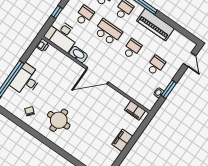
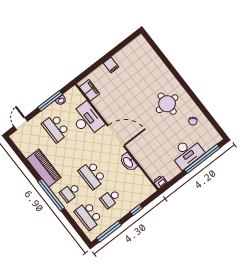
desk: (62, 35) -> (87, 120), moved
school desk: (132, 49) -> (74, 152), removed
school desk: (156, 65) -> (56, 128), width x1.85
window: (169, 89) -> (50, 101), width x1.44
filing cabinet: (122, 140) -> (111, 65), width x0.50

